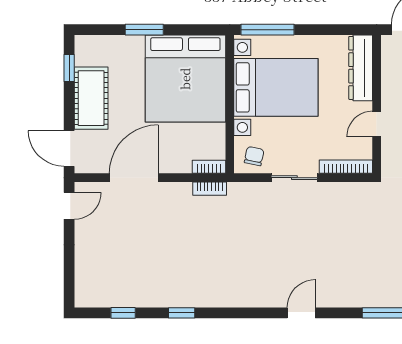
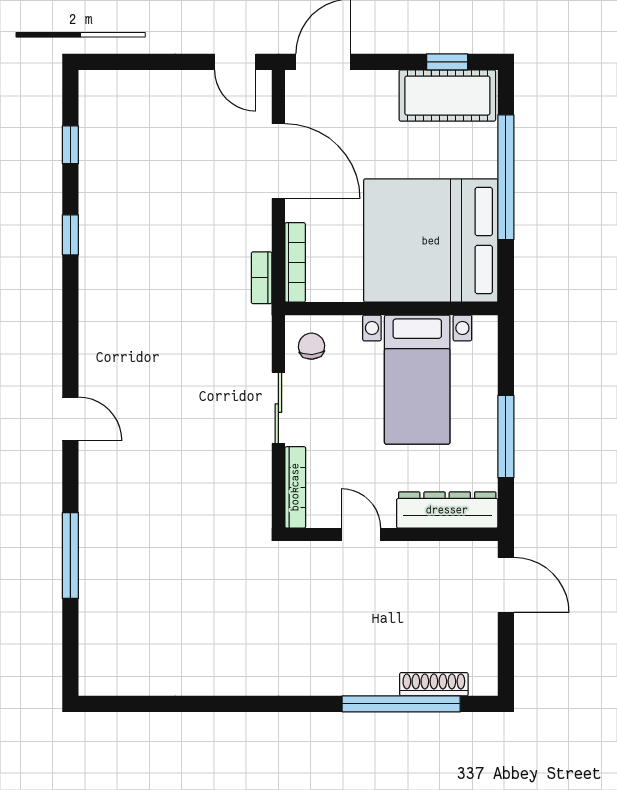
window: (144, 30) -> (506, 177), width x2.11
window: (268, 30) -> (506, 437), moved
bed with nightstands: (276, 87) -> (417, 380), width x0.73
cot: (91, 98) -> (447, 96), moved
chair: (254, 156) -> (312, 346), turned -105
bookcase: (209, 167) -> (295, 262), width x1.56

